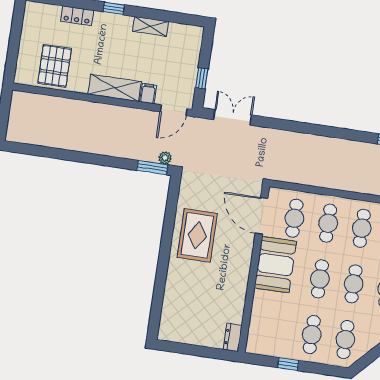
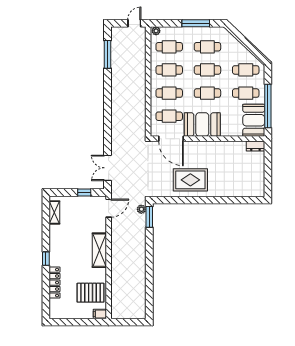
locker: (77, 16) -> (55, 283), width x1.53
shelving: (151, 26) -> (54, 212), moved
filing cabinet: (148, 94) -> (100, 314), moved
door: (174, 110) -> (109, 208), hinge flipped
door: (261, 216) -> (171, 139), hinge flipped
booth: (270, 340) -> (254, 120), added
window: (288, 364) -> (268, 106), width x3.17

